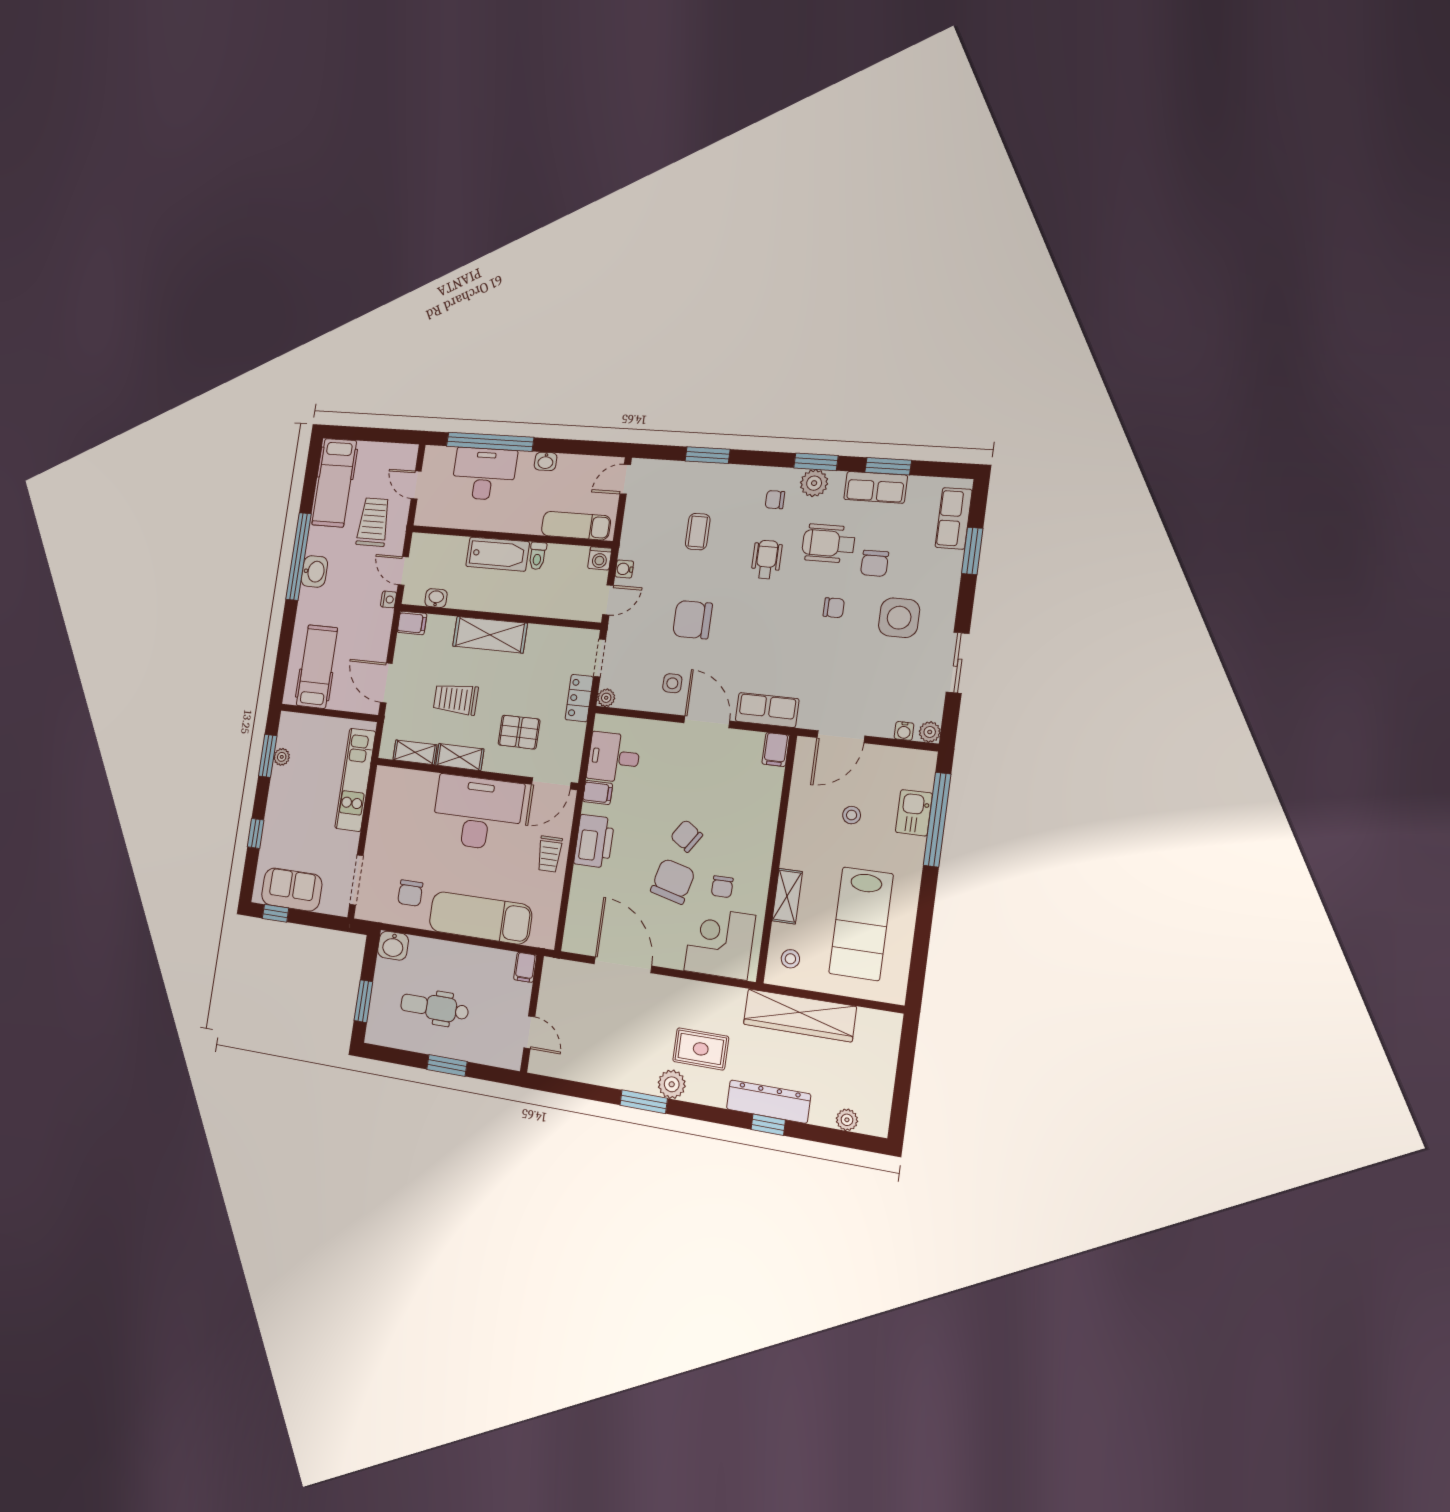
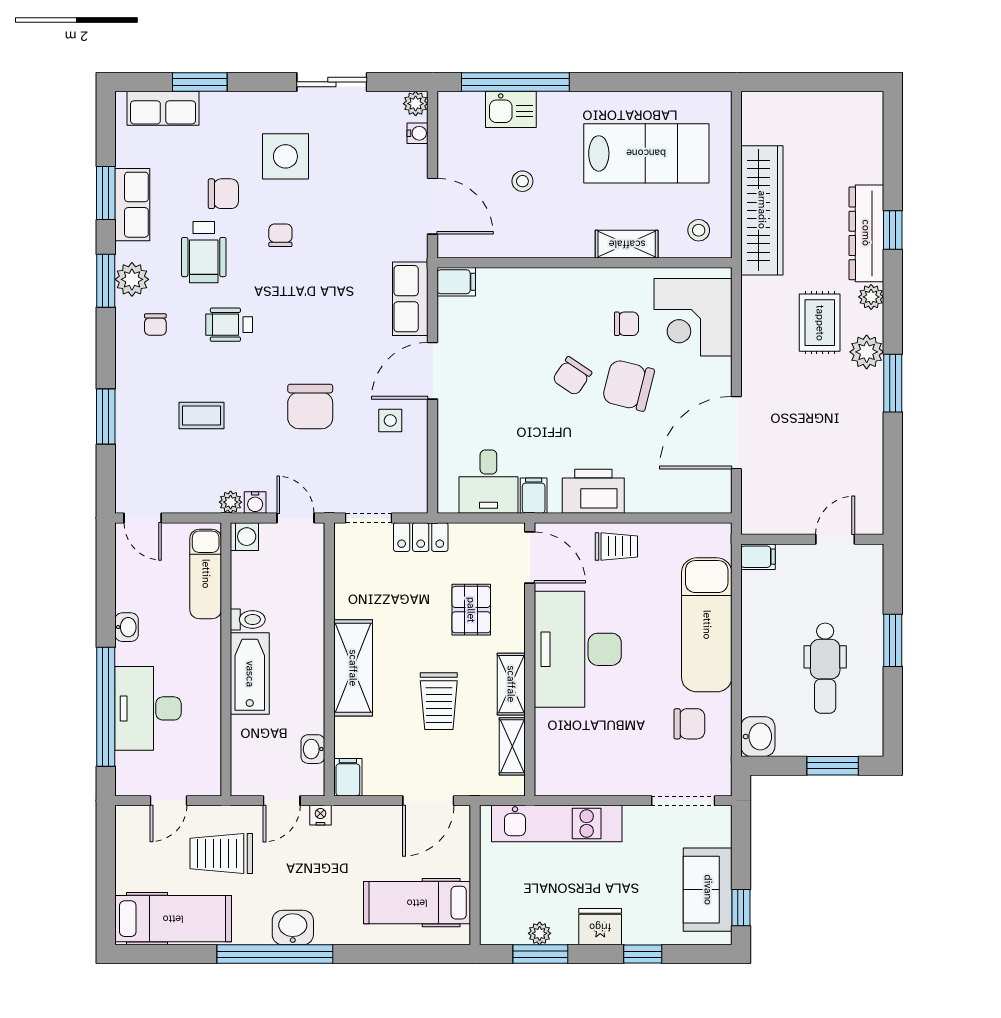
plant: (606, 698) -> (231, 502), moved
fridge: (279, 804) -> (600, 927), added
plant: (847, 1120) -> (871, 297), moved

